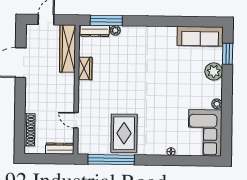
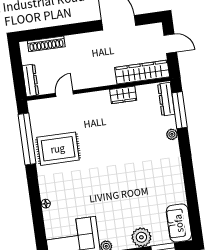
plant: (115, 30) -> (172, 134), moved
sofa: (200, 36) -> (179, 223), width x0.73

